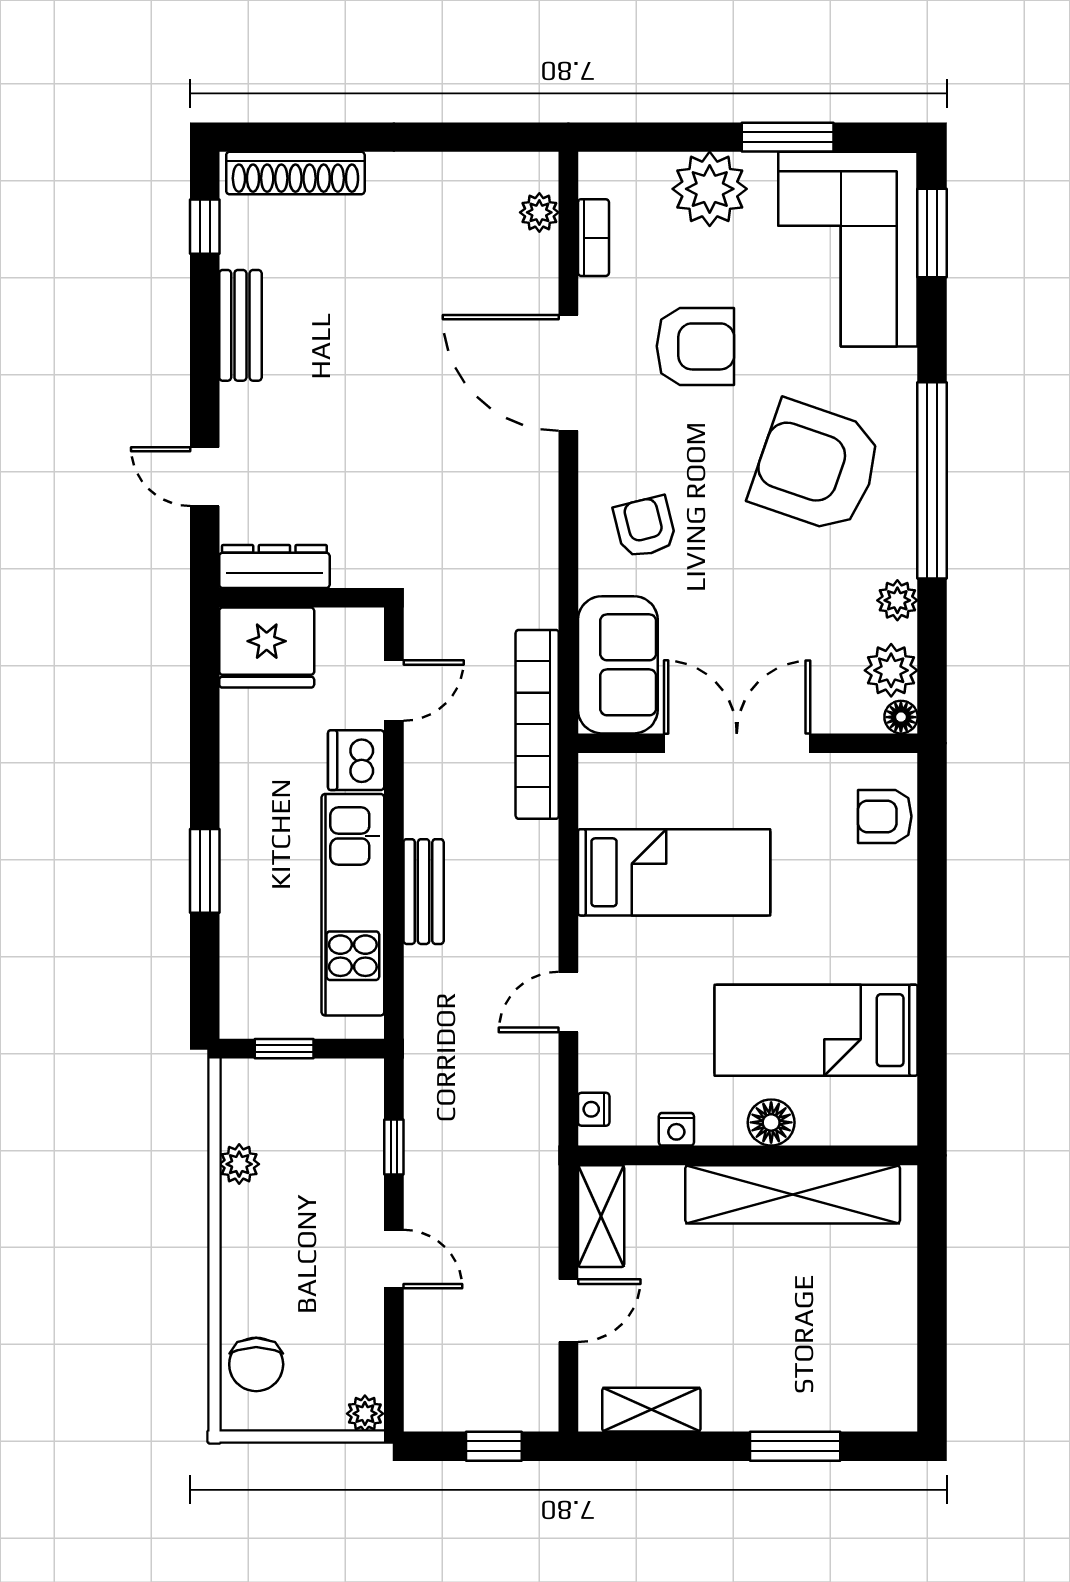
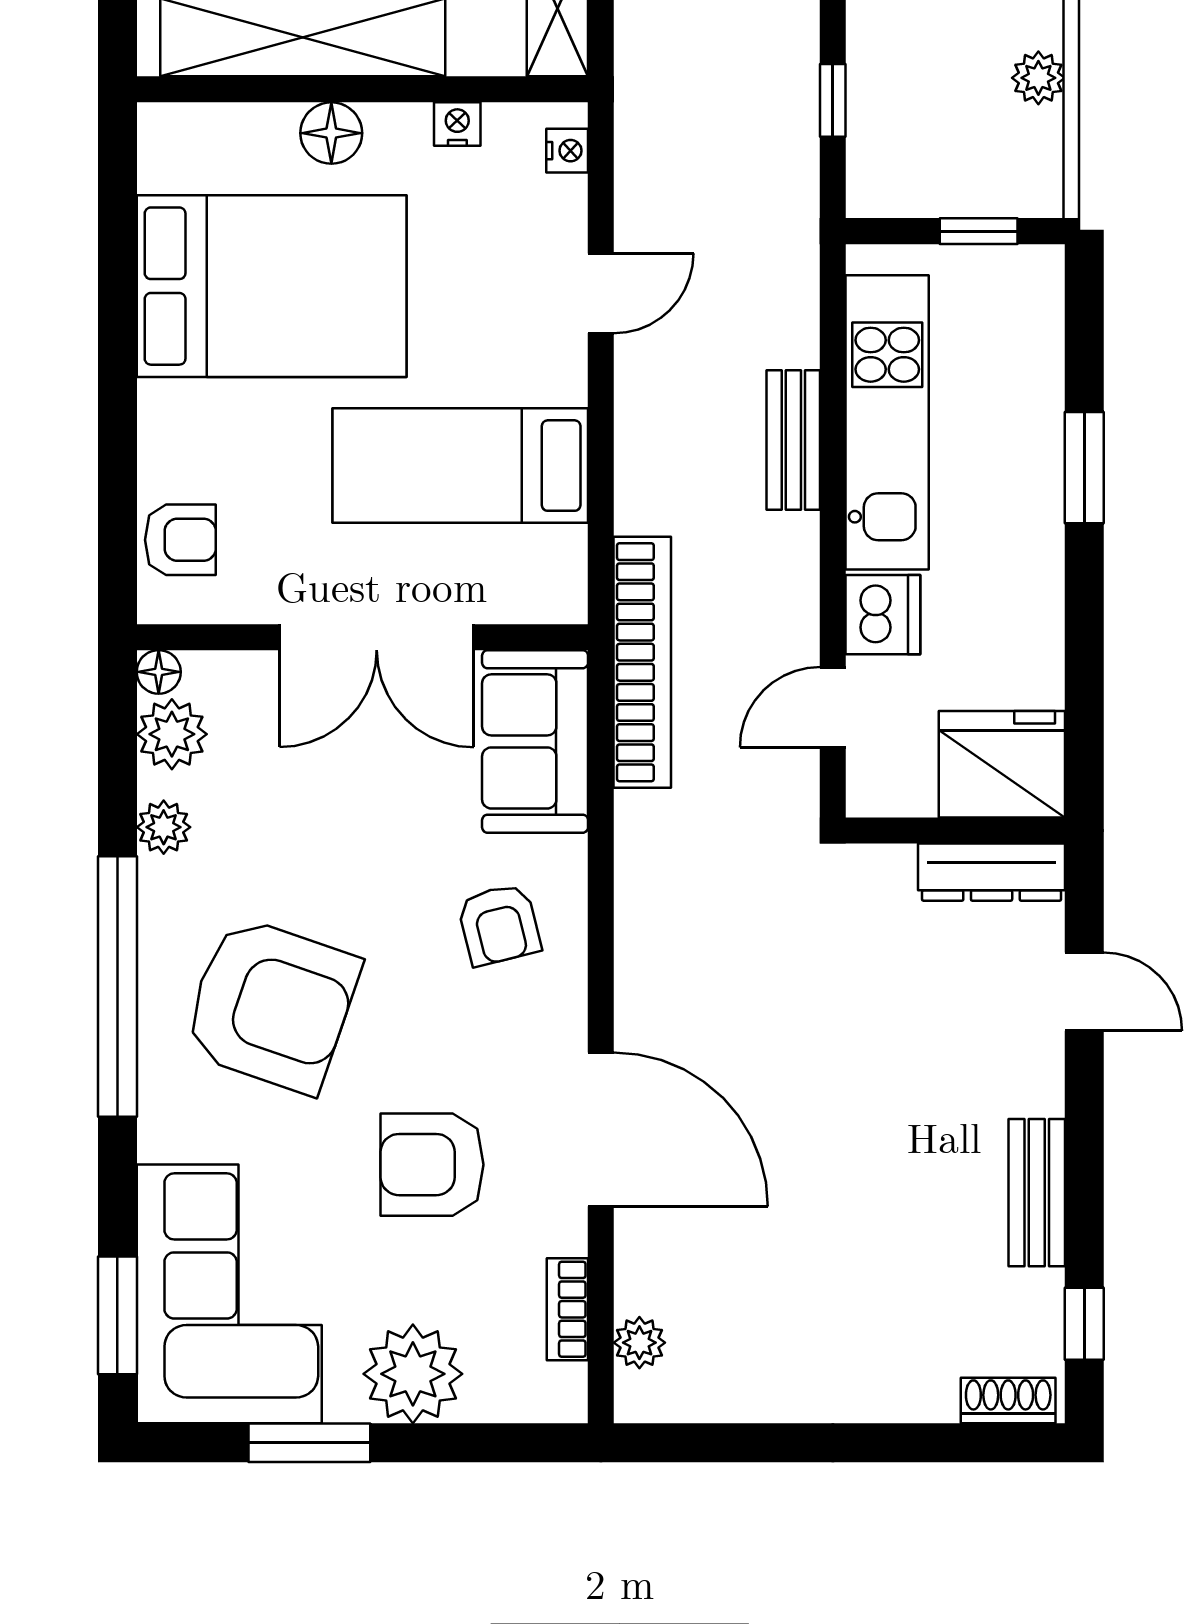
shoe rack: (295, 173) -> (1008, 1400), width x0.51, depth x0.81
bed: (816, 1030) -> (272, 286), width x1.50

